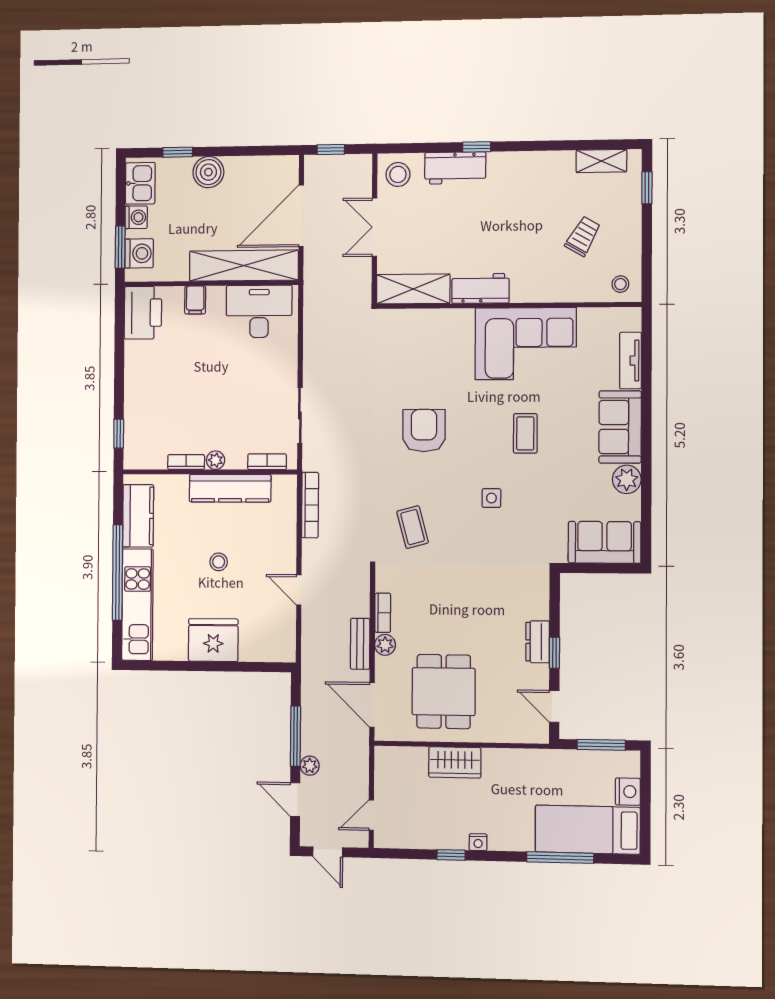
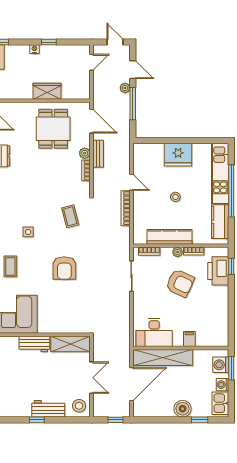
printer: (143, 313) -> (218, 271), moved
armchair: (211, 403) -> (180, 283), added
bookcase: (310, 505) -> (126, 208), moved

